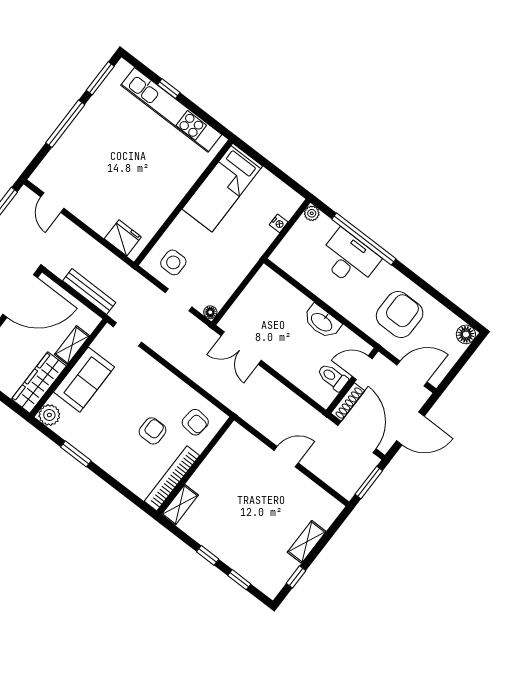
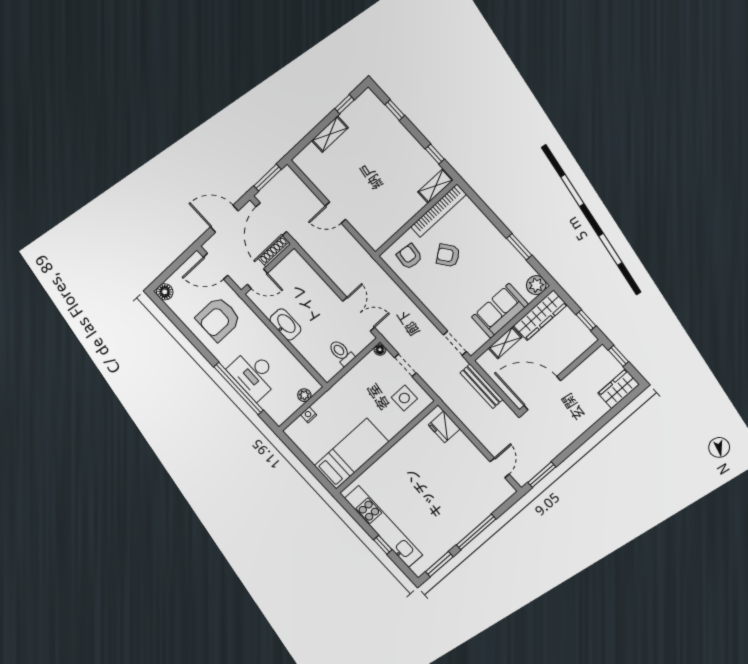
plant: (312, 213) -> (304, 395), moved
toilet: (333, 377) -> (341, 353), moved, turned 180
armchair: (153, 431) -> (448, 255), turned 54
window: (208, 555) -> (435, 154), moved

